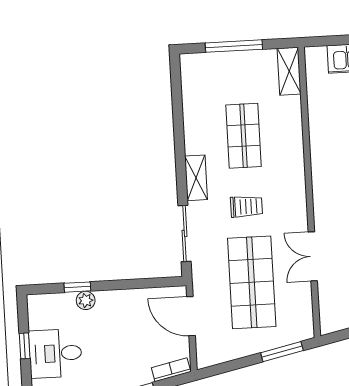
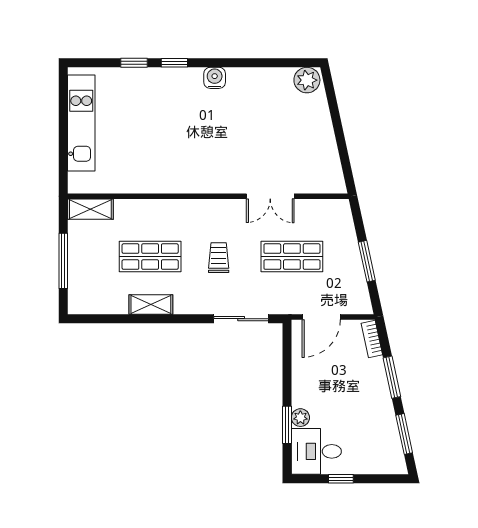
shelving: (196, 178) -> (151, 304), moved
shop shelf: (252, 282) -> (292, 257), width x0.70, depth x0.74
window: (77, 287) -> (287, 425), width x1.50
window: (282, 352) -> (367, 261), moved
desk: (55, 353) -> (316, 451), moved, turned 90

